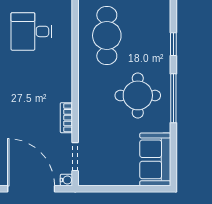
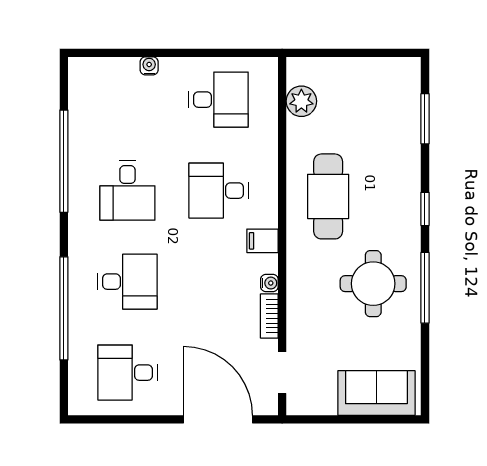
filing cabinet: (62, 66) -> (262, 241), added
sofa: (155, 159) -> (376, 393), moved, turned 90
water cooler: (66, 180) -> (269, 283), moved

